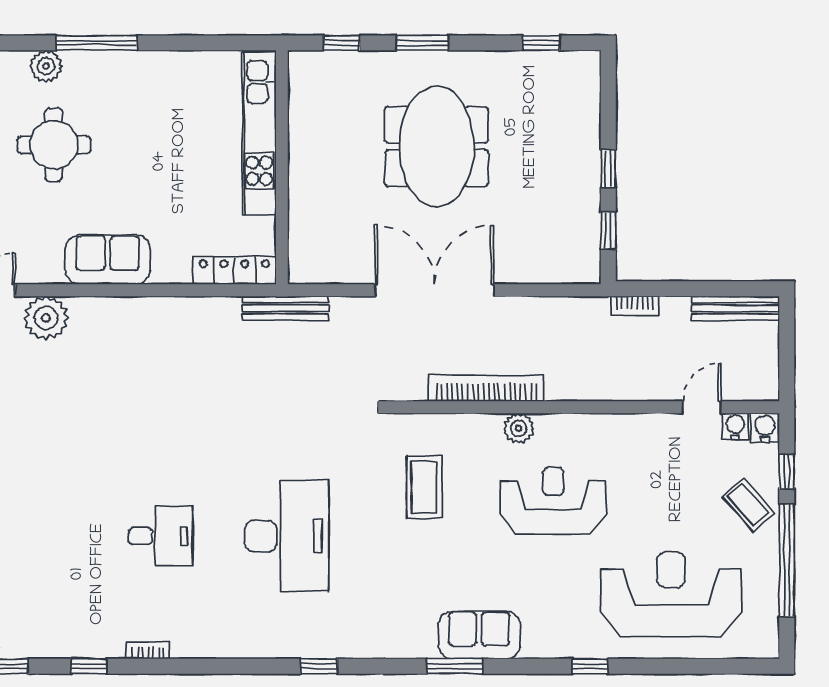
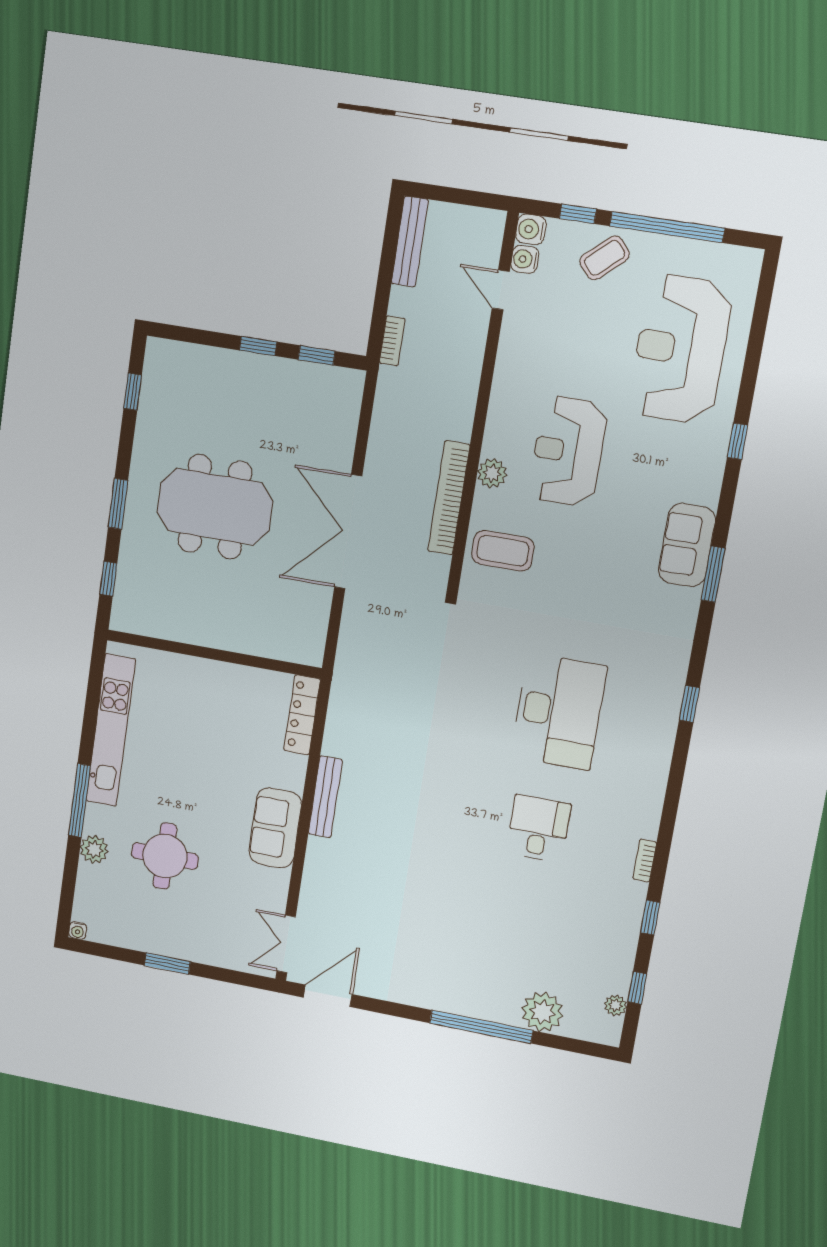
kitchen unit: (259, 133) -> (111, 730), moved, turned -90
bench: (285, 308) -> (325, 797), moved
plant: (46, 318) -> (320, 893), removed
coffee table: (424, 487) -> (503, 551), moved
desk: (287, 536) -> (559, 711), turned 90

